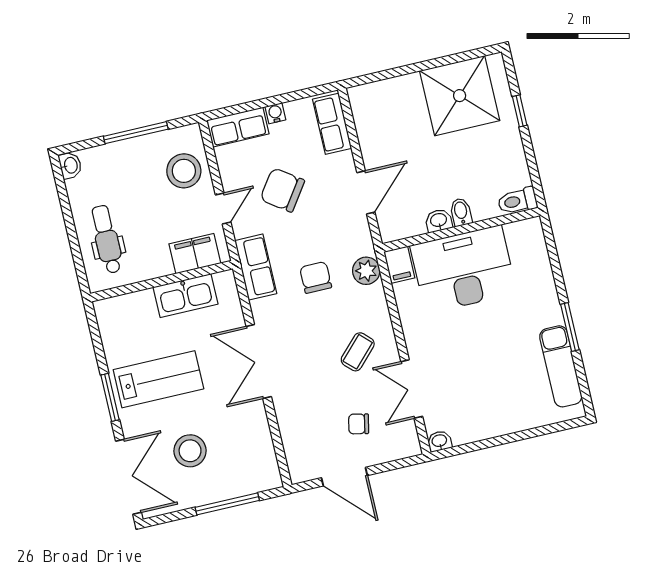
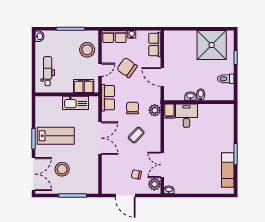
door: (366, 192) -> (162, 77), swing flipped
toilet: (517, 201) -> (226, 79), moved
desk: (463, 269) -> (187, 116), width x0.53, depth x0.77
coffee table: (358, 352) -> (136, 135), moved
double door: (259, 361) -> (100, 138), swing flipped
plant: (404, 436) -> (154, 184), added

